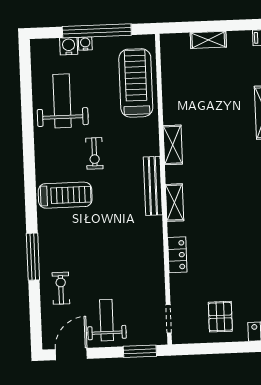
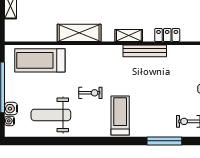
water cooler: (85, 44) -> (10, 121), moved
shelving: (173, 145) -> (79, 33), width x1.50, depth x1.33
bench: (153, 186) -> (145, 51), moved

